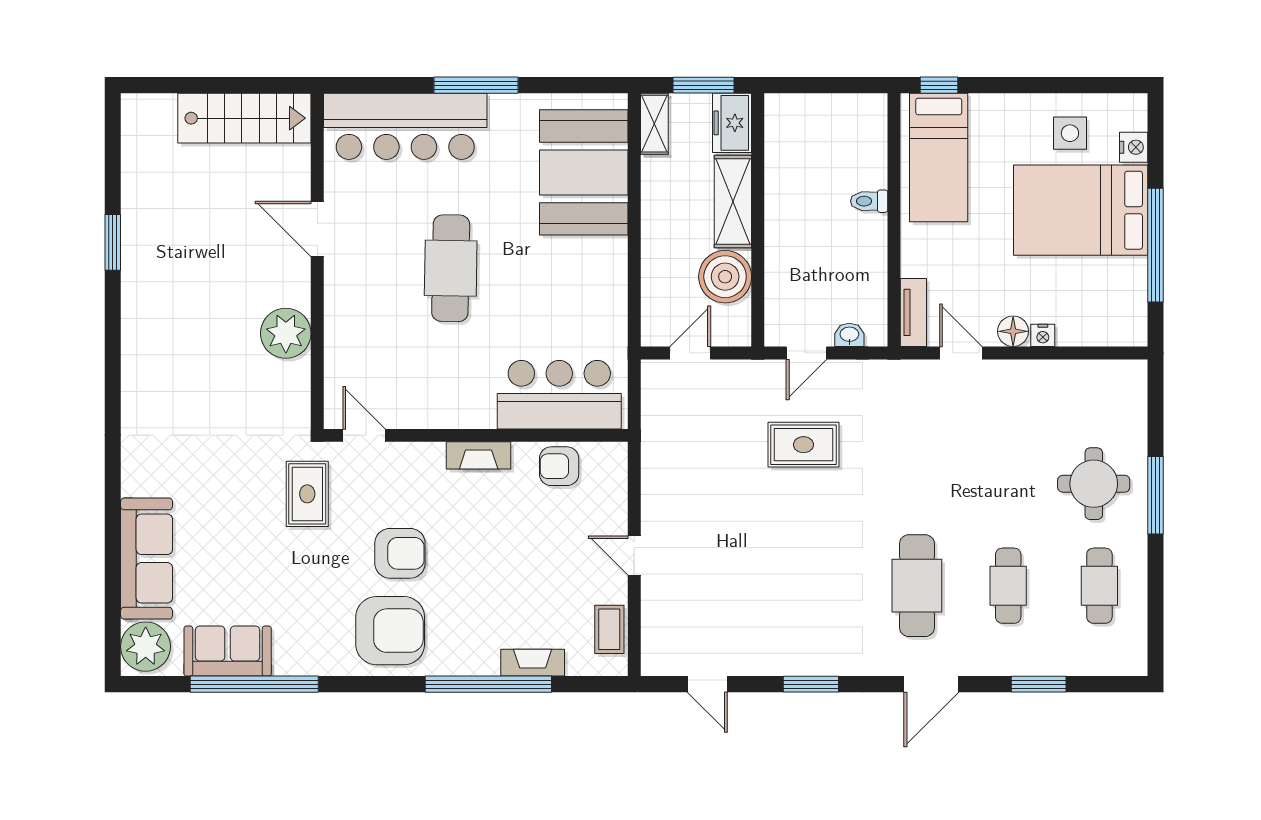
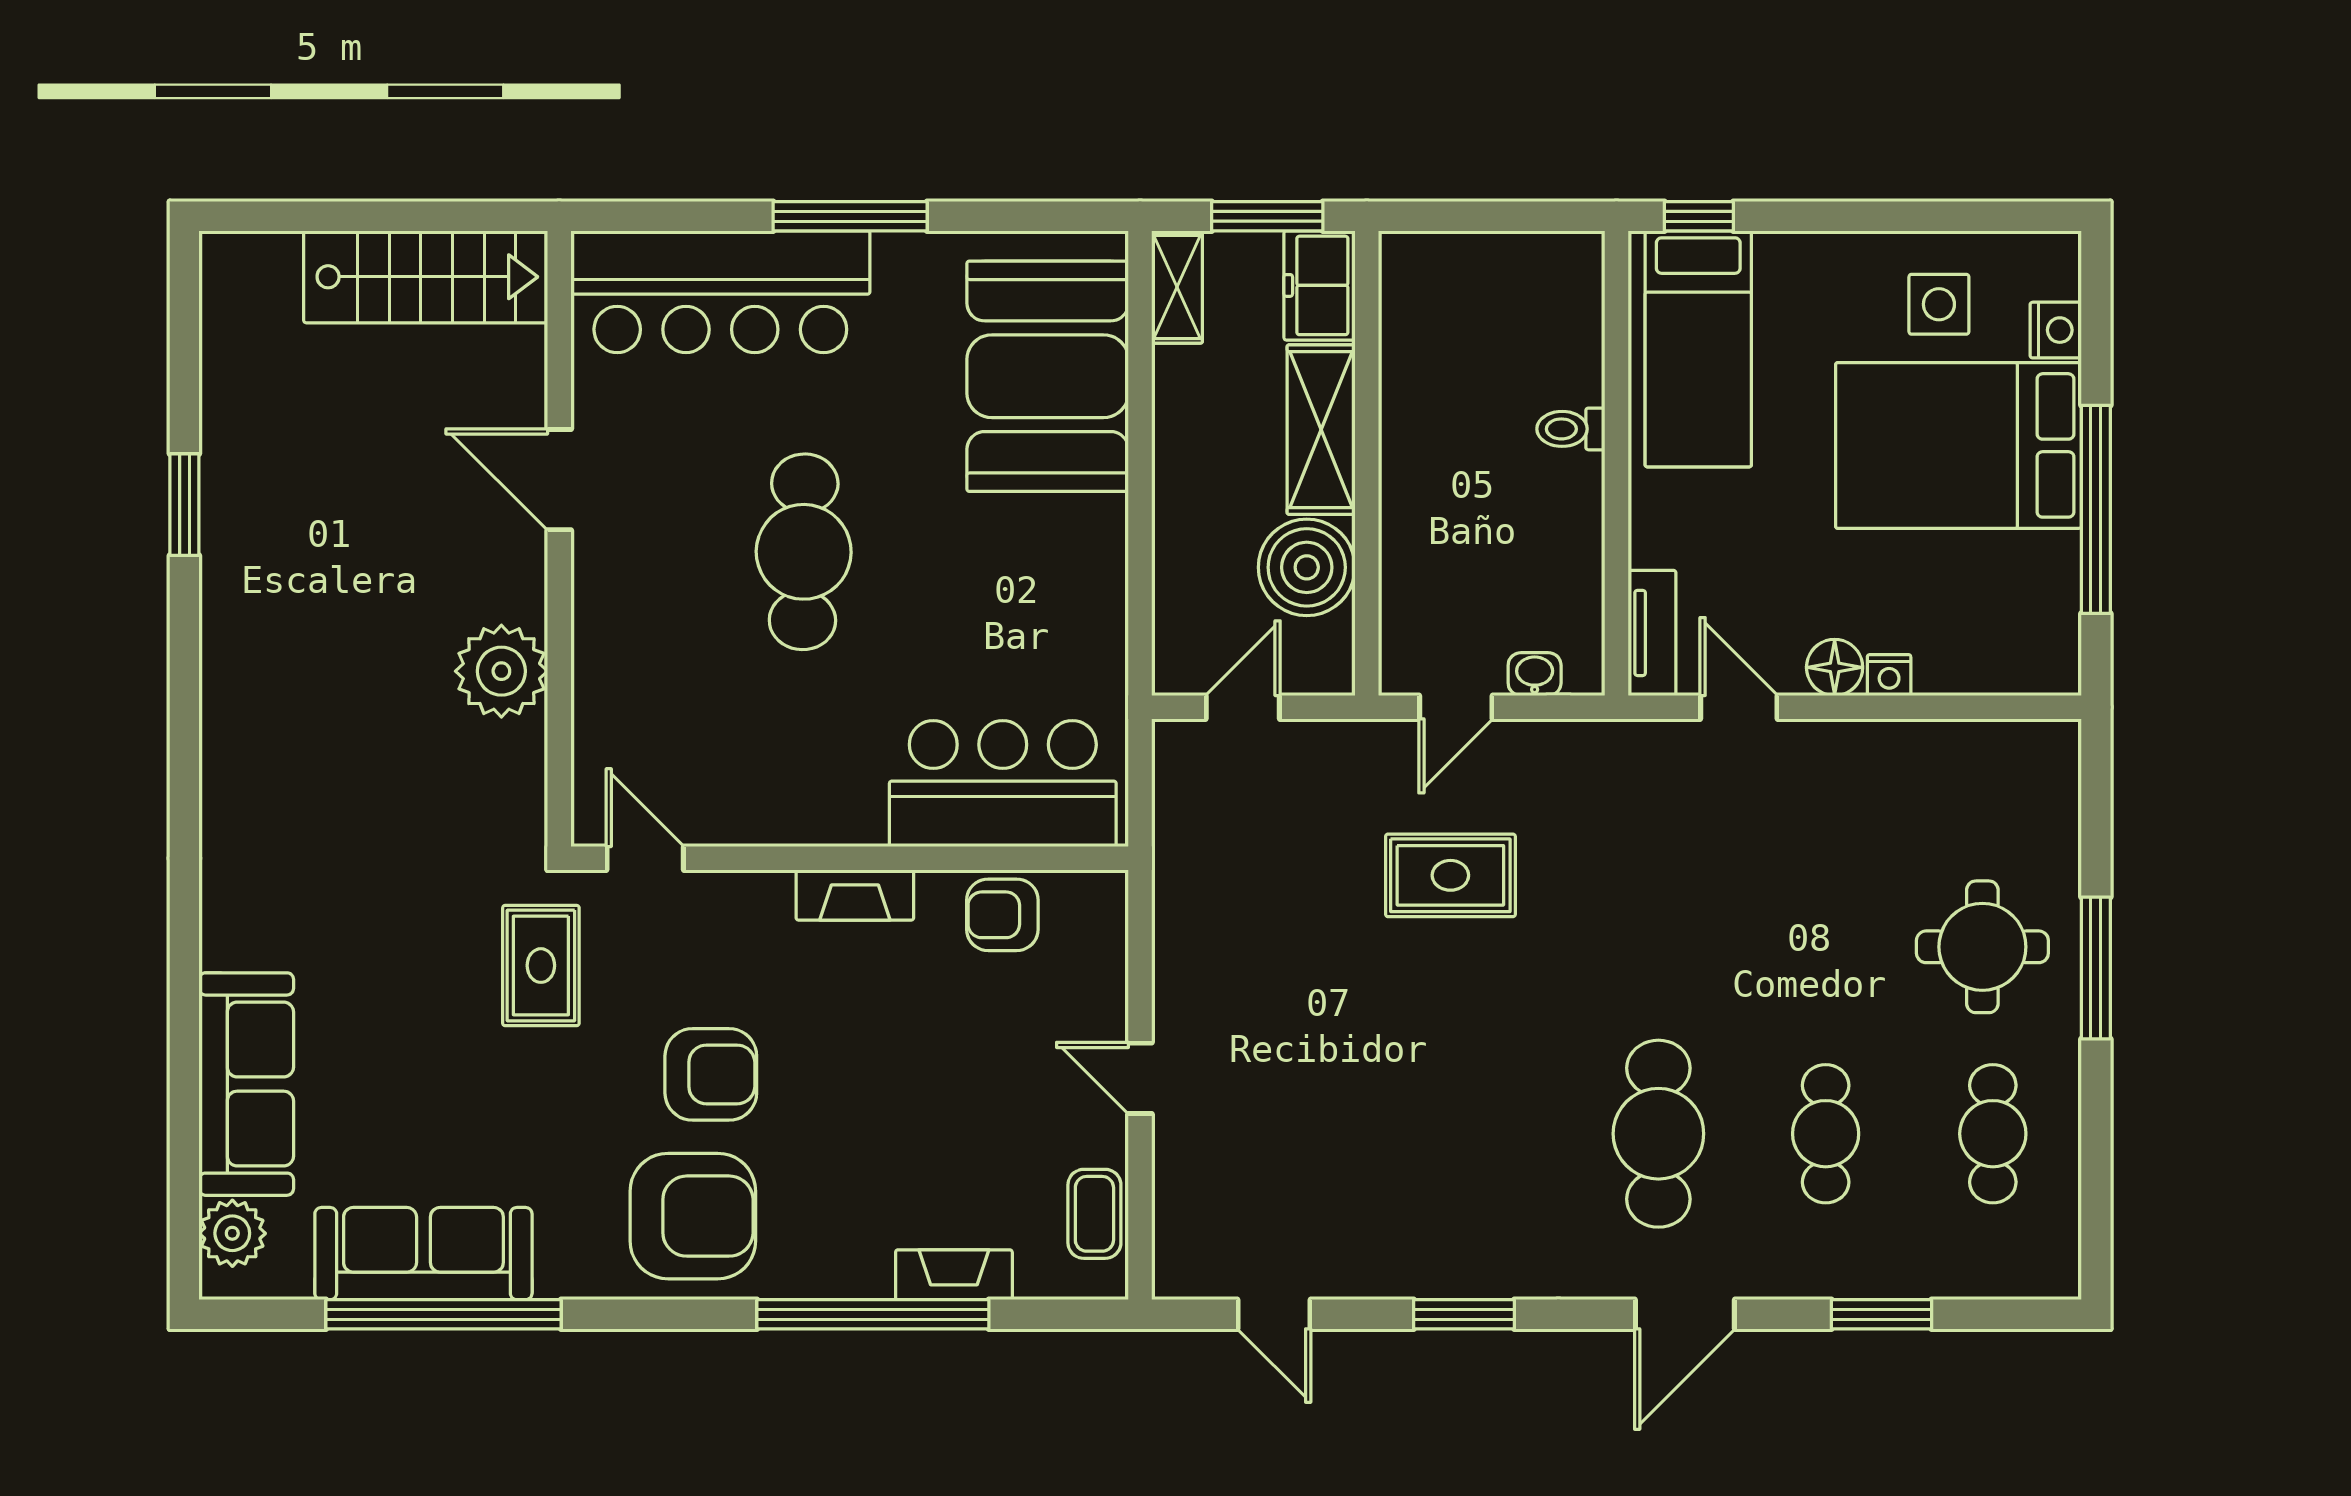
plant: (146, 647) -> (232, 1233), width x0.73, depth x0.73
sofa: (228, 651) -> (423, 1254), width x1.36

